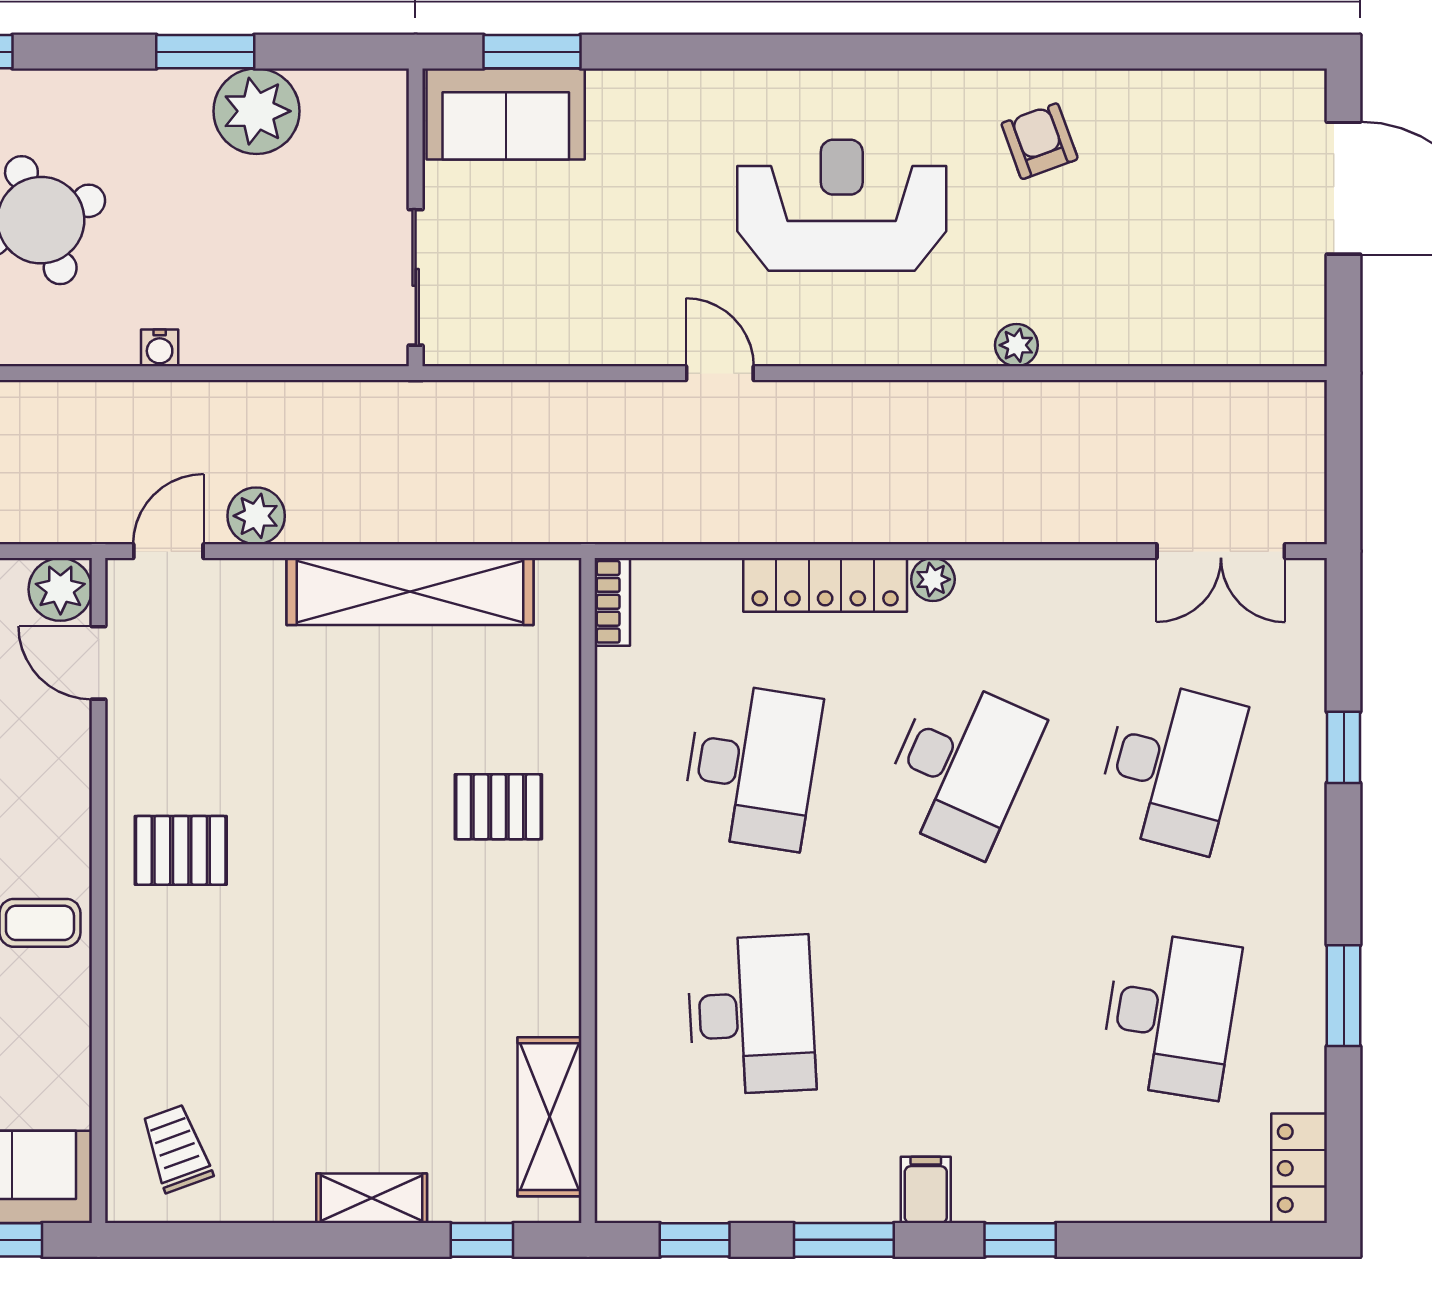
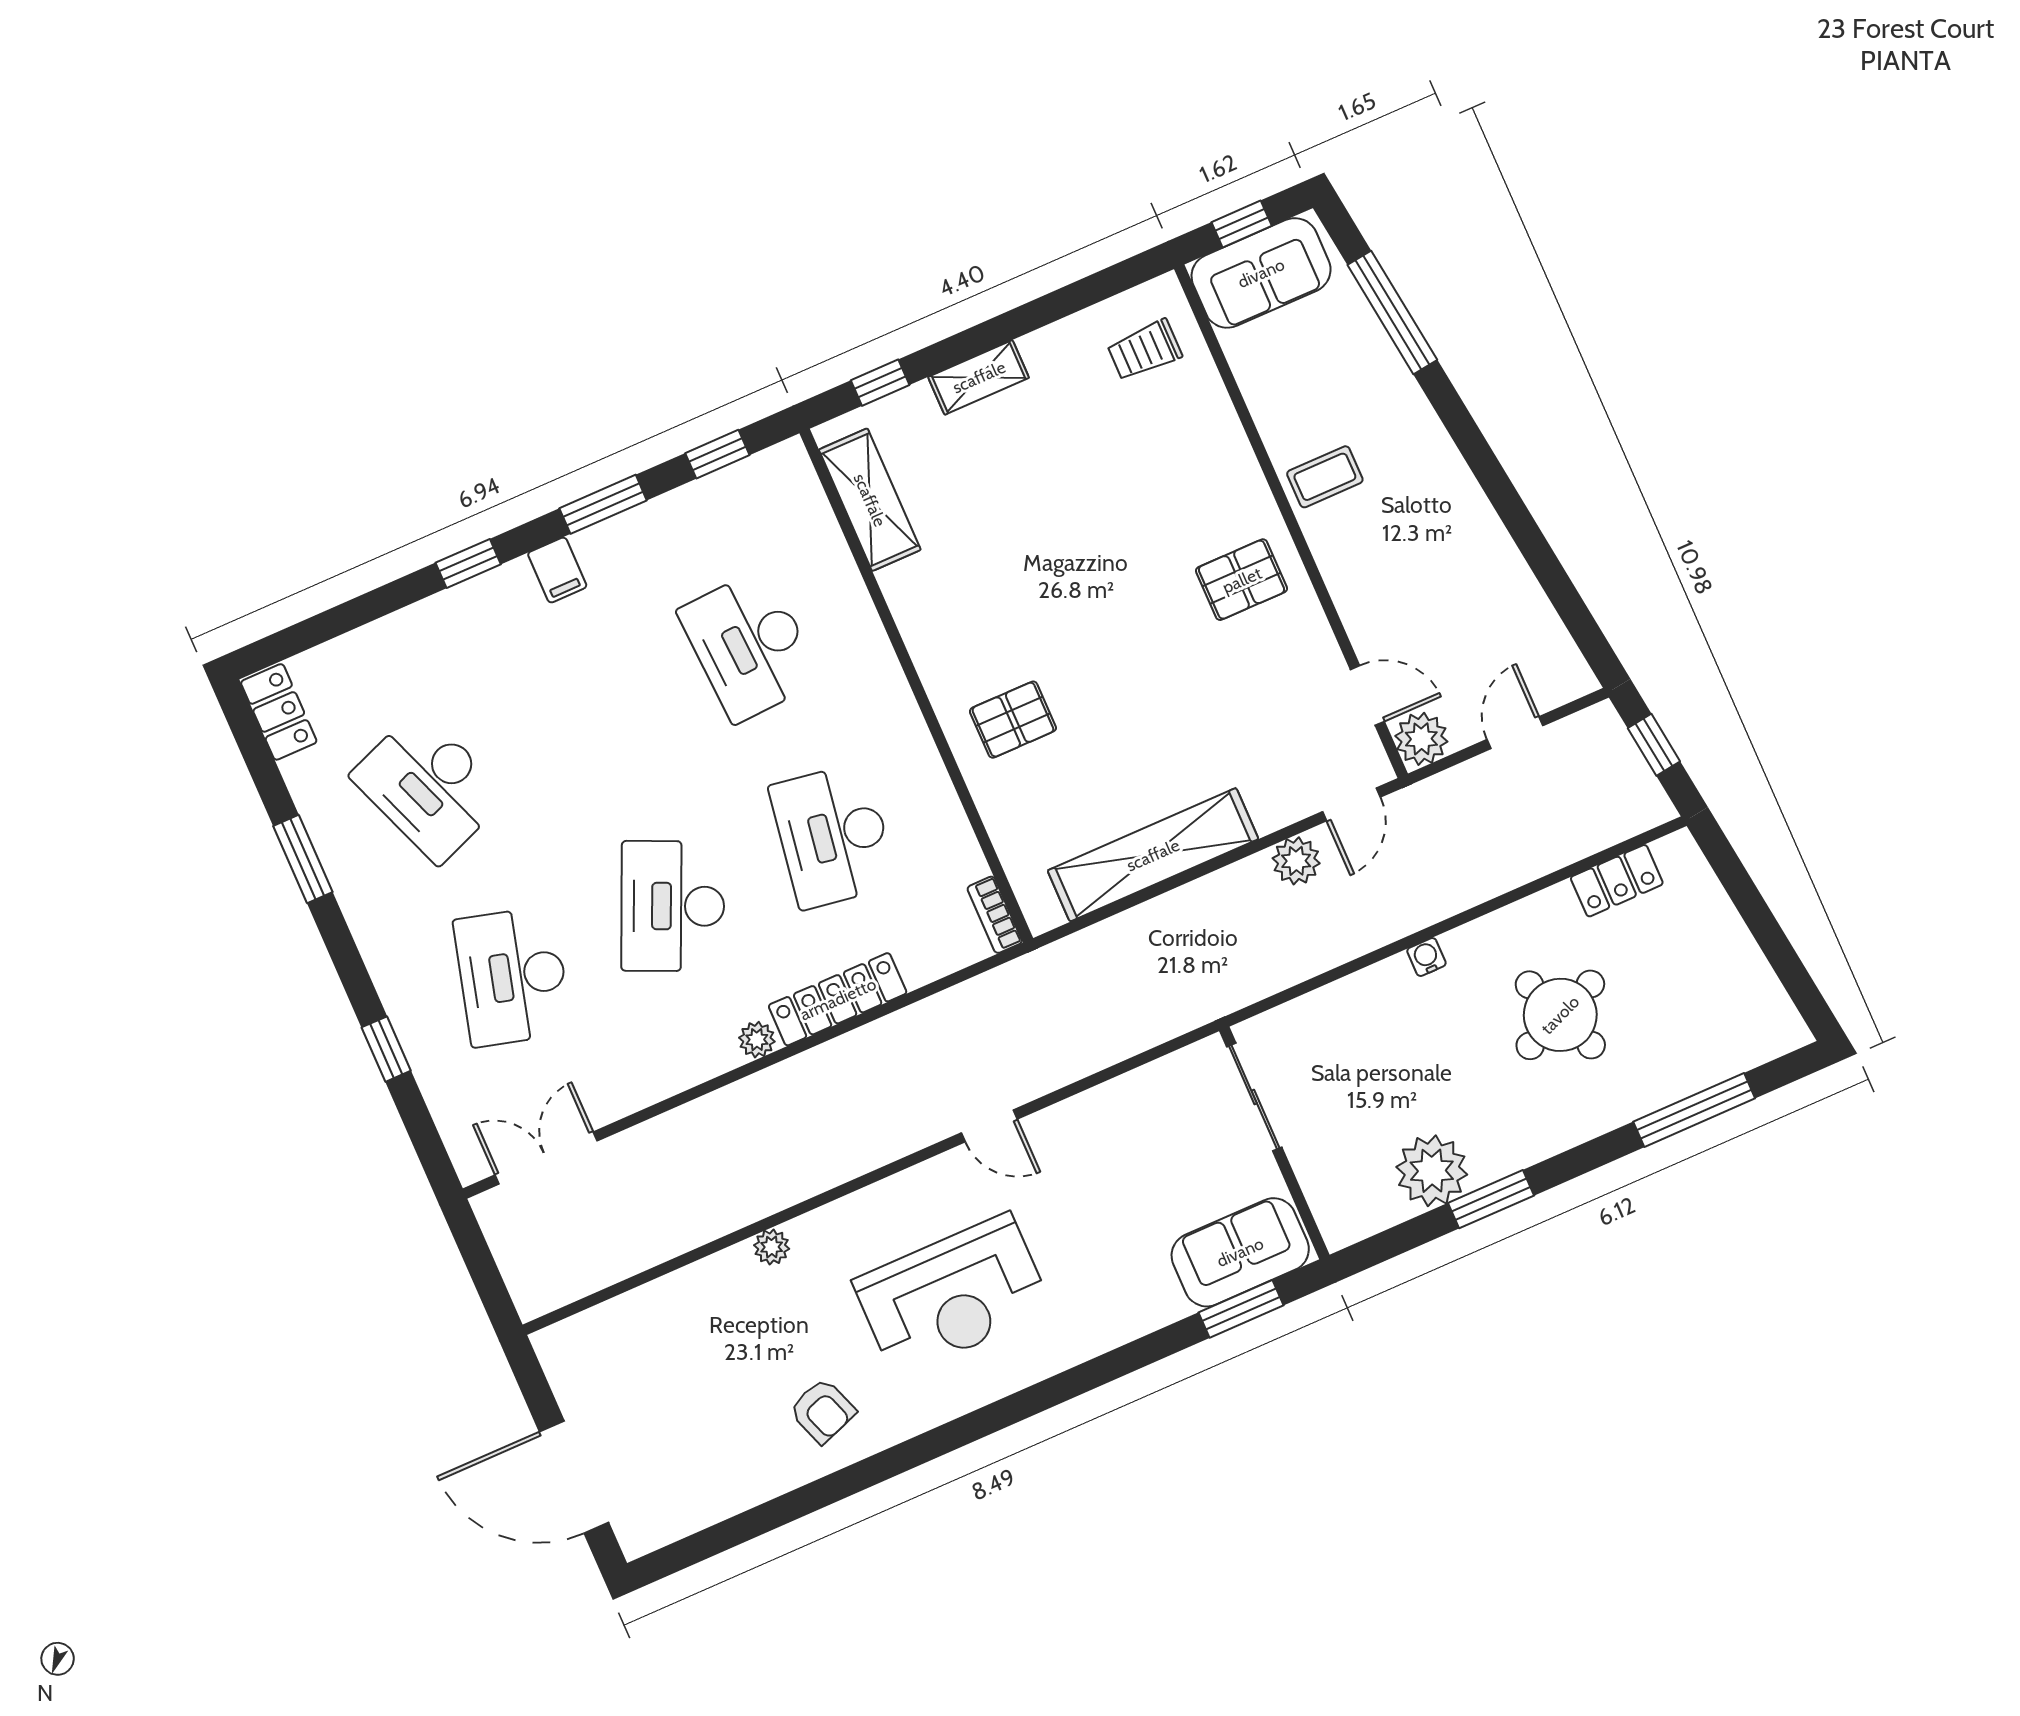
desk: (1170, 1015) -> (429, 786), turned -30
trolley: (177, 1148) -> (1145, 350), turned 110

